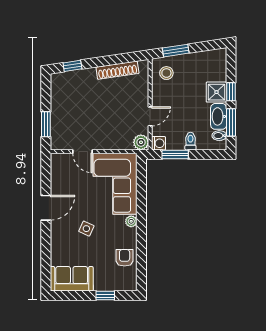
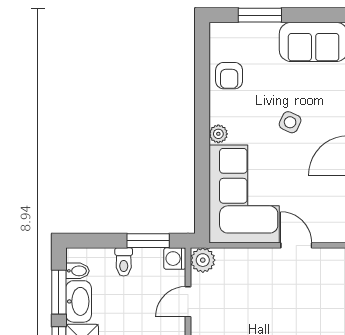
window: (105, 296) -> (260, 15), width x1.50

